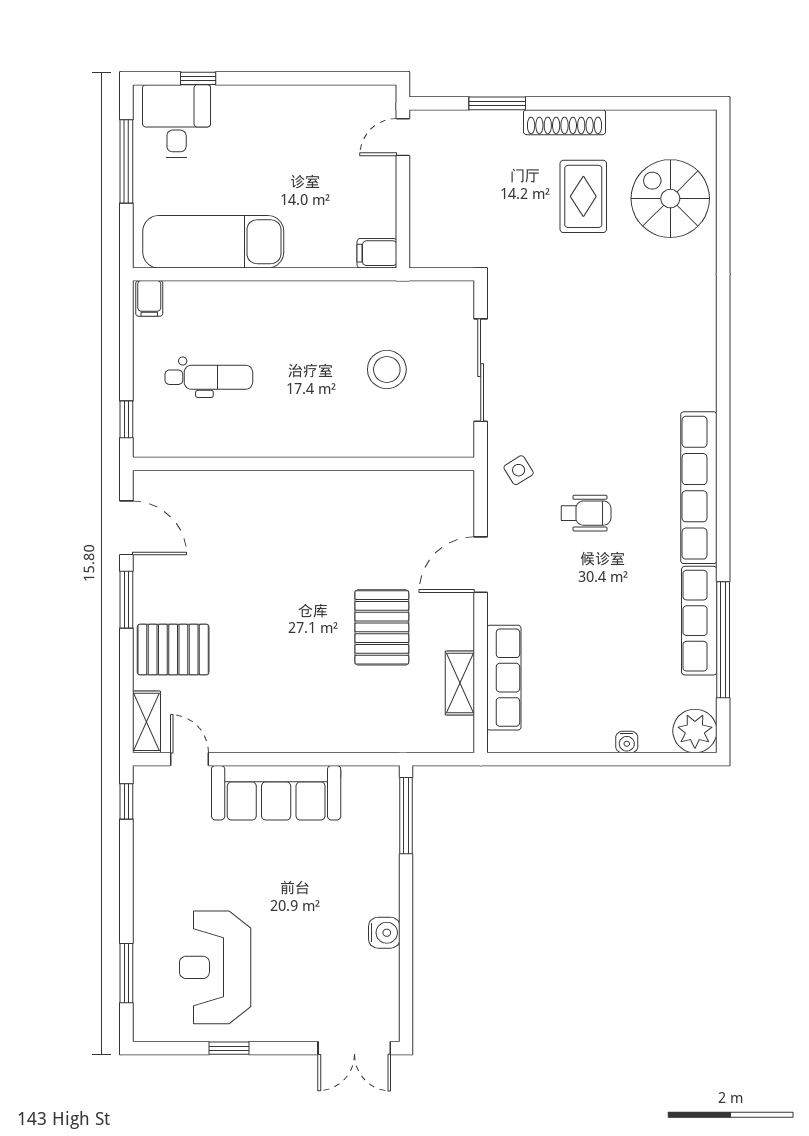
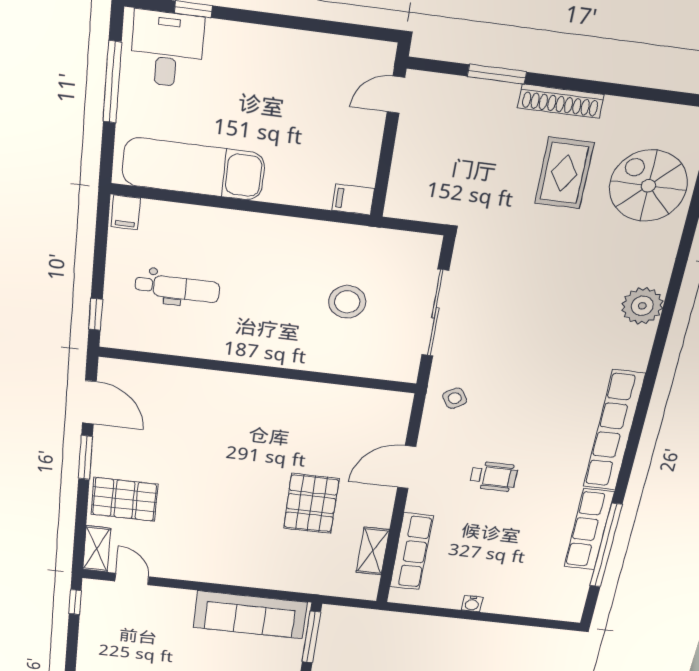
wheelchair: (586, 513) -> (494, 476), moved
plant: (695, 731) -> (642, 306), moved
water cooler: (627, 742) -> (472, 604), moved
sofa: (276, 793) -> (250, 615), moved

